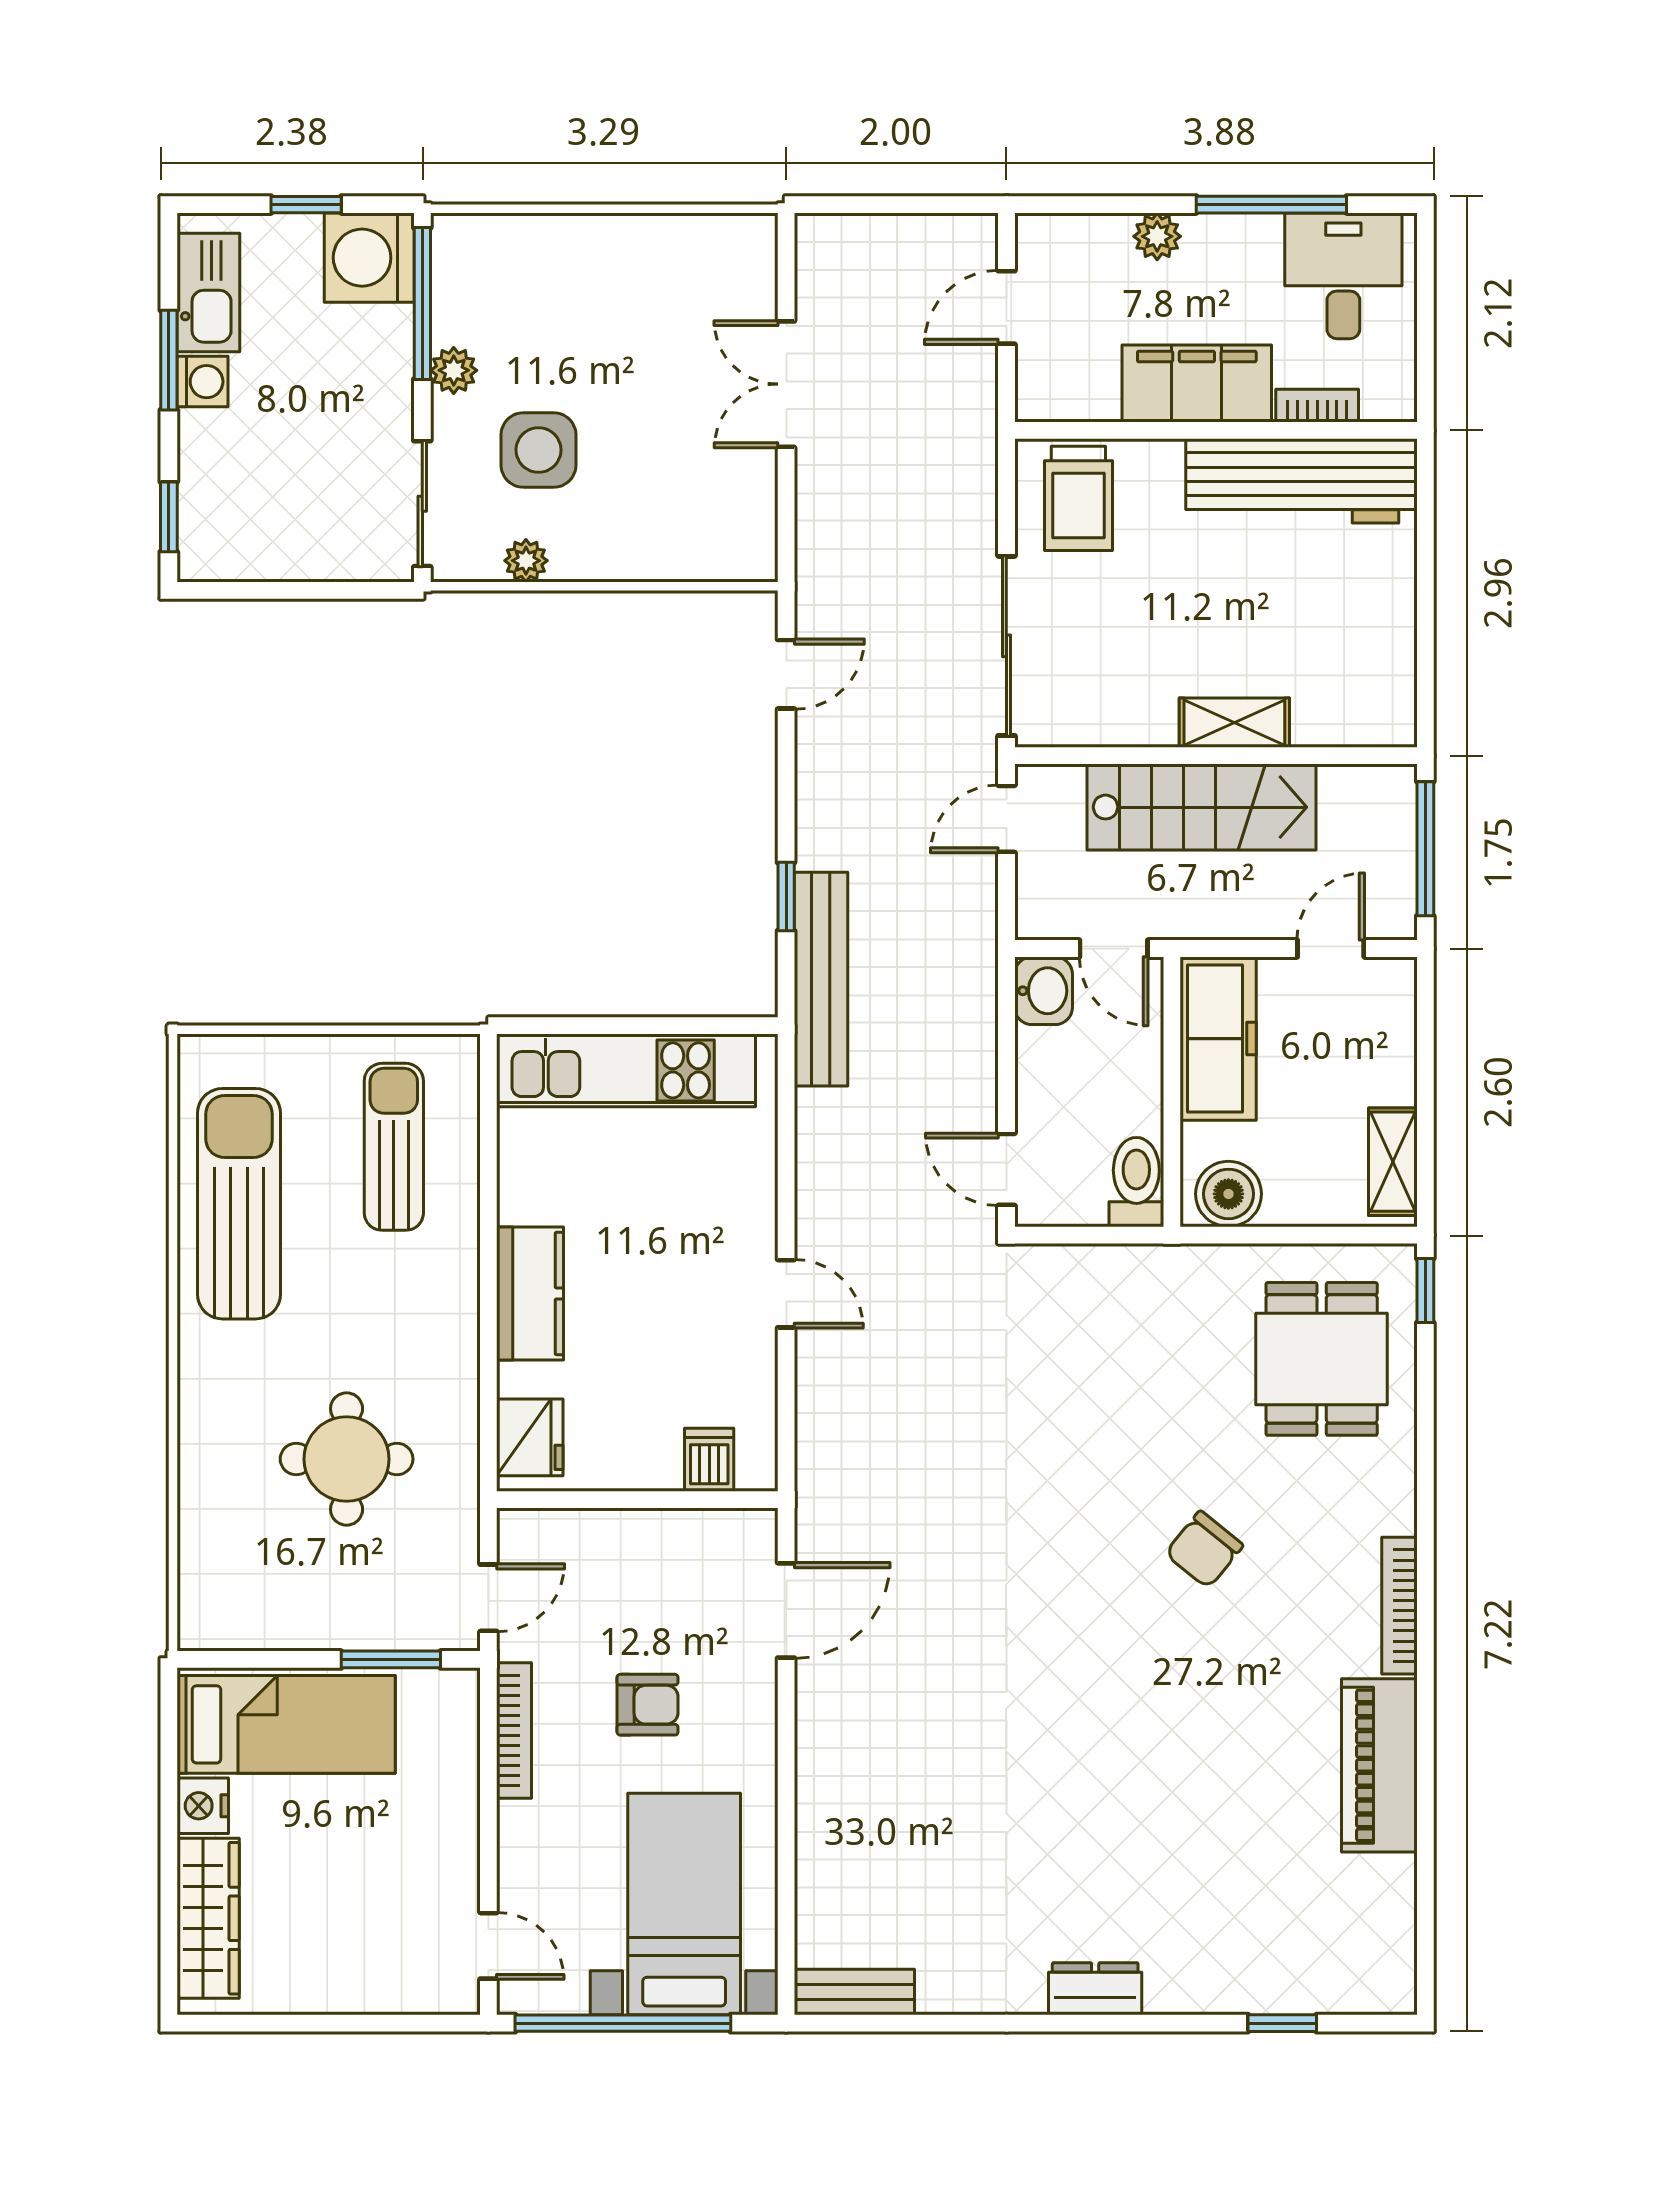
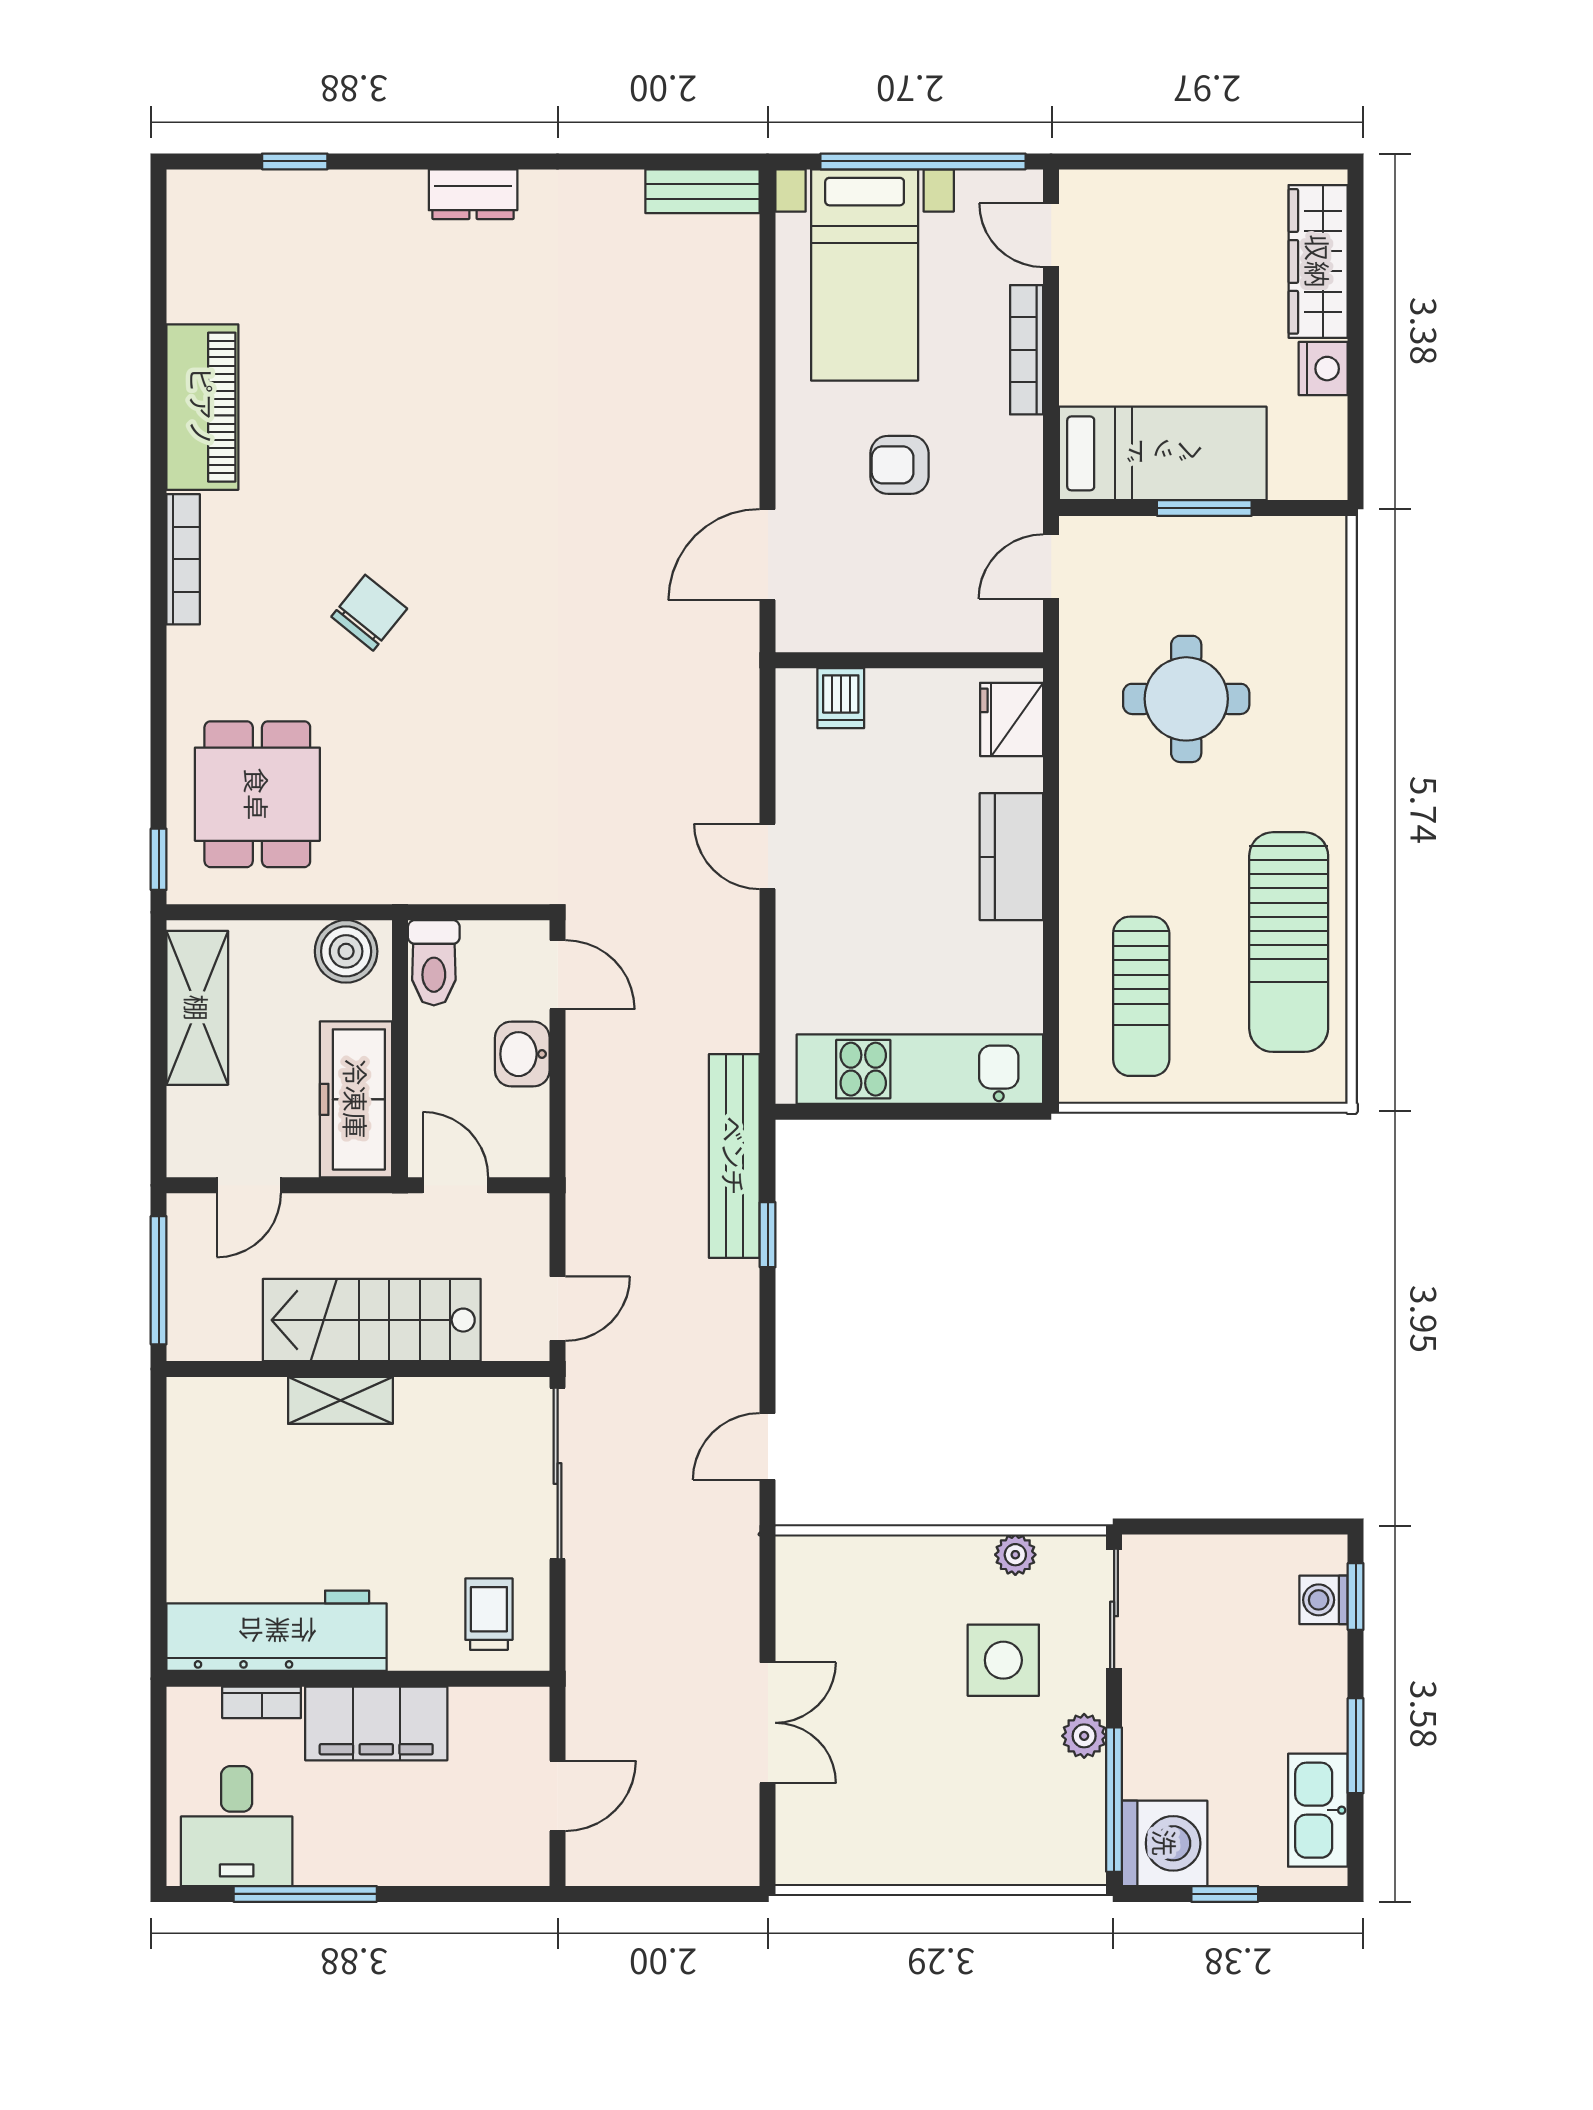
plant: (1157, 236) -> (414, 1864), removed
washing machine: (202, 382) -> (1323, 1600), moved
trolley: (1078, 498) -> (489, 1614), width x0.73, depth x0.72
washbasin: (1044, 991) -> (522, 1054), moved
shelving: (1393, 1162) -> (197, 1008), width x1.50, depth x1.33
window: (391, 1659) -> (1204, 508), moved
bed: (286, 1724) -> (1163, 453), moved, turned 180
bookcase: (514, 1730) -> (1027, 350), moved

